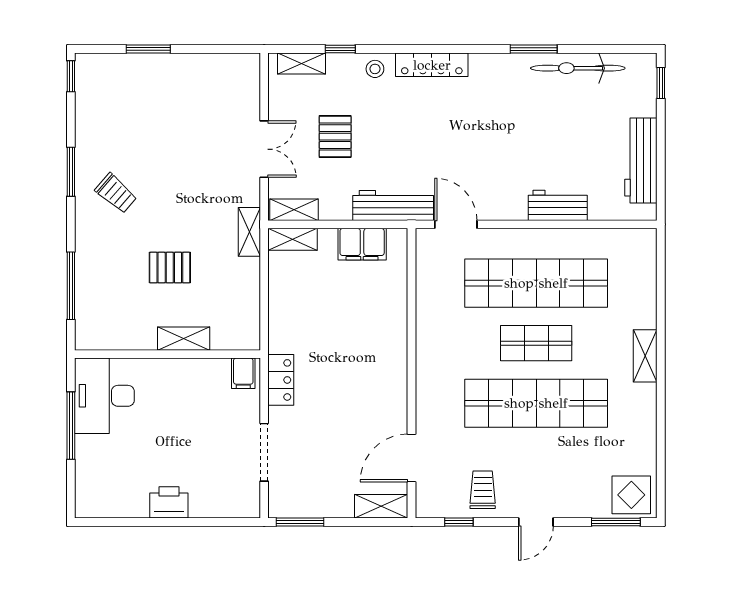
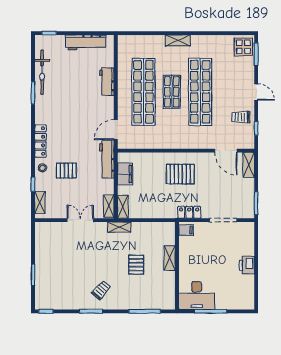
pallet: (335, 137) -> (66, 171), moved
pallet: (362, 361) -> (180, 174), added

